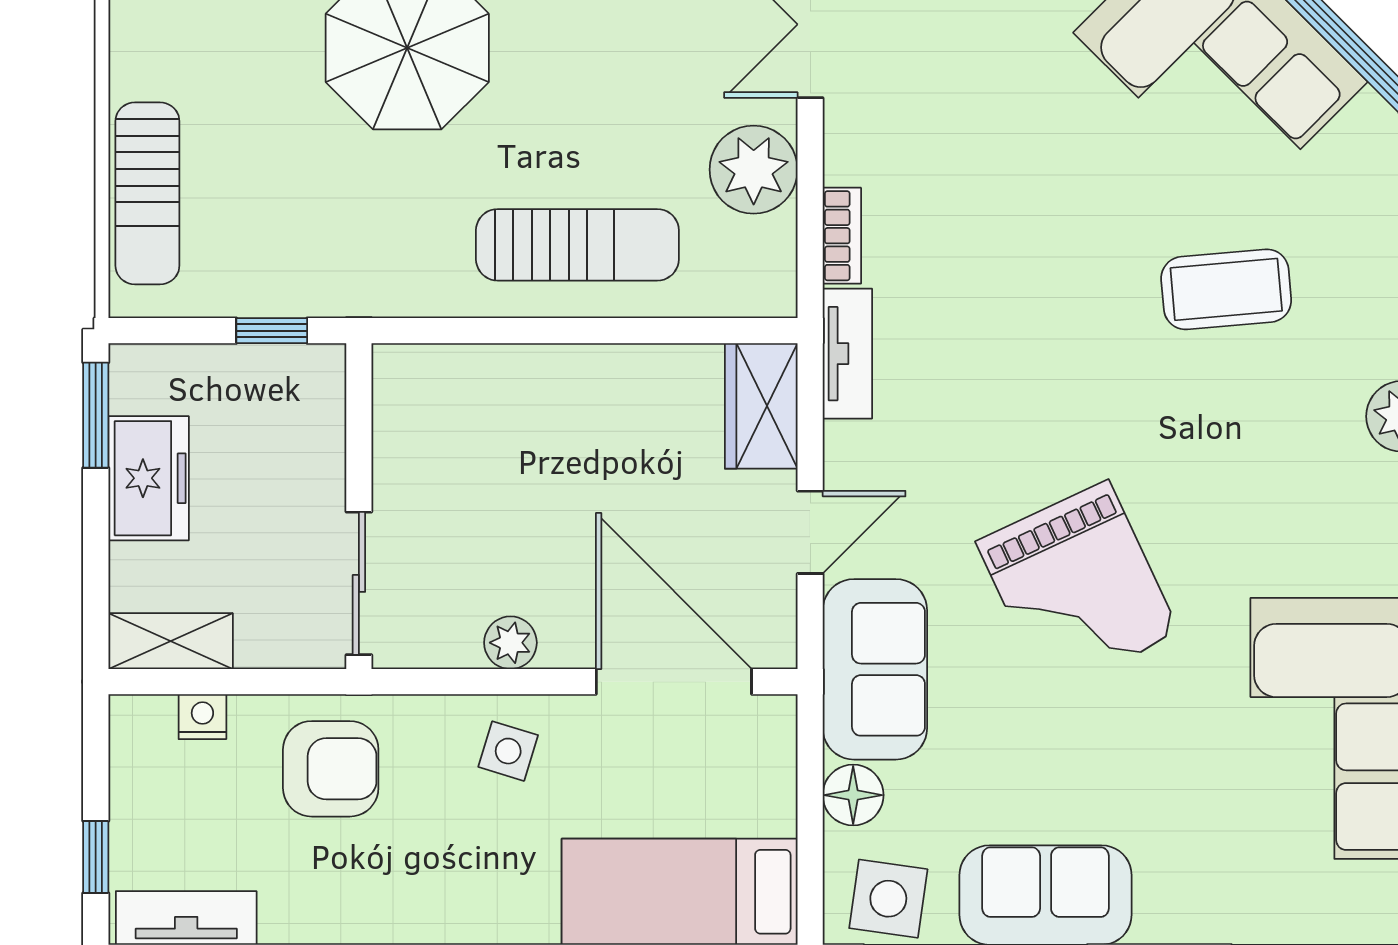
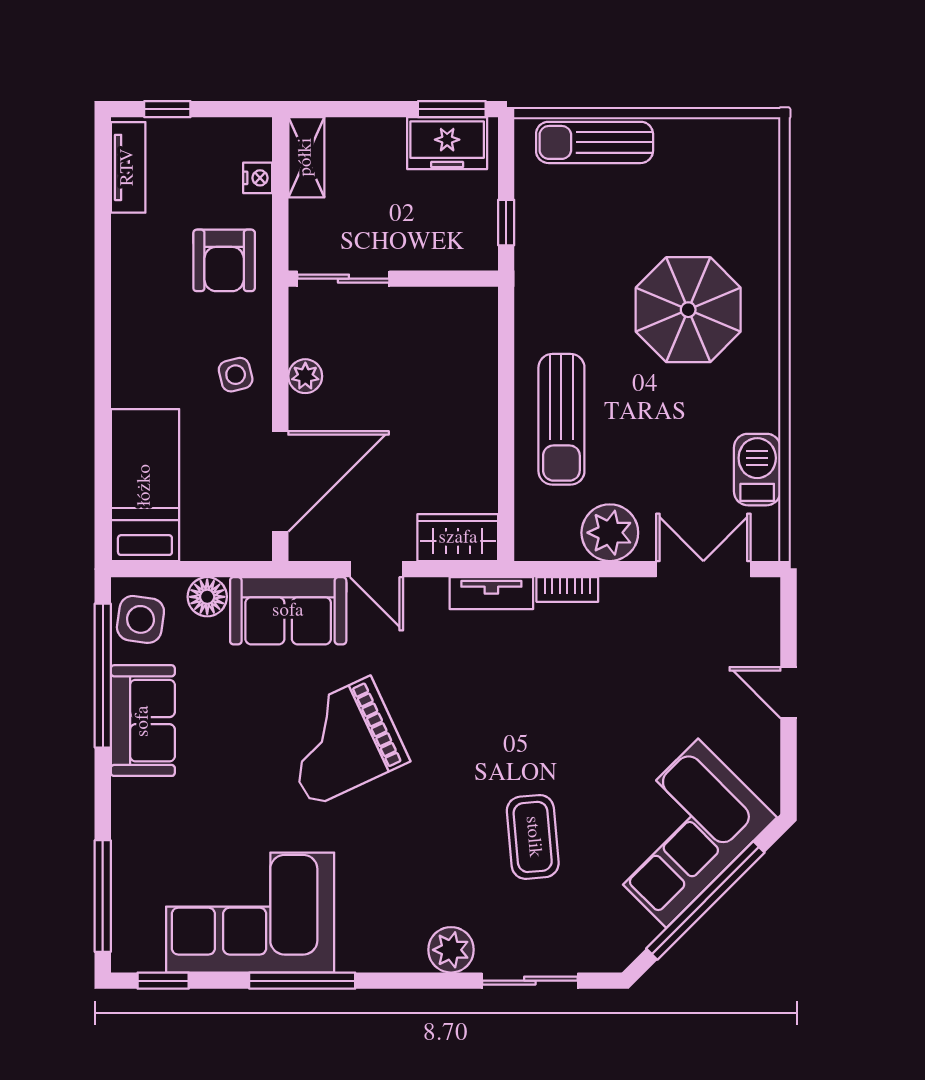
freezer: (149, 478) -> (447, 143), moved
side table: (508, 751) -> (236, 375), turned -31

